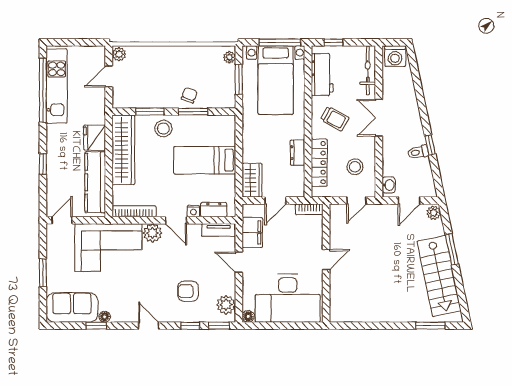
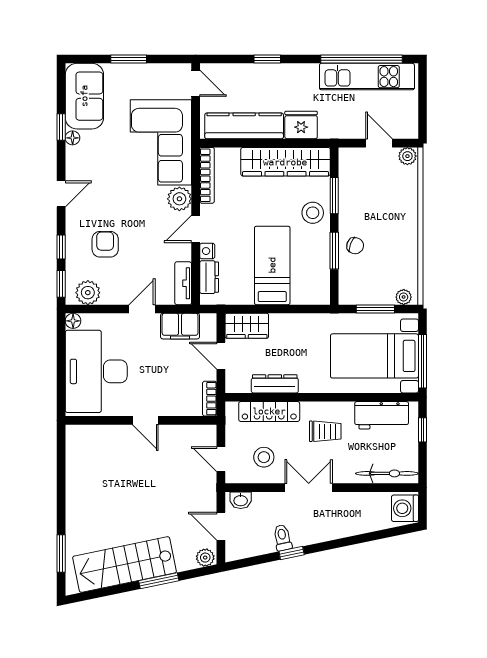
double door: (379, 118) -> (309, 488), moved
trolley: (335, 119) -> (325, 431), turned -119
dresser: (298, 153) -> (275, 384), width x1.44

